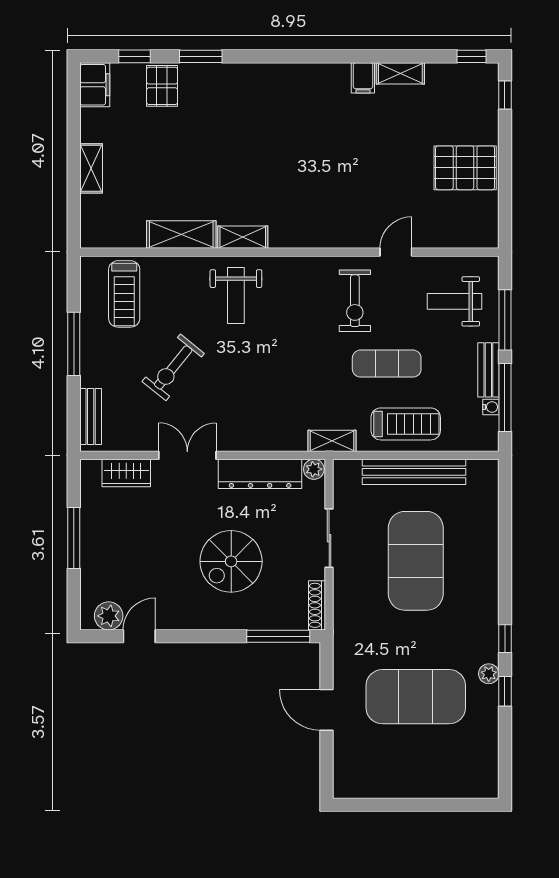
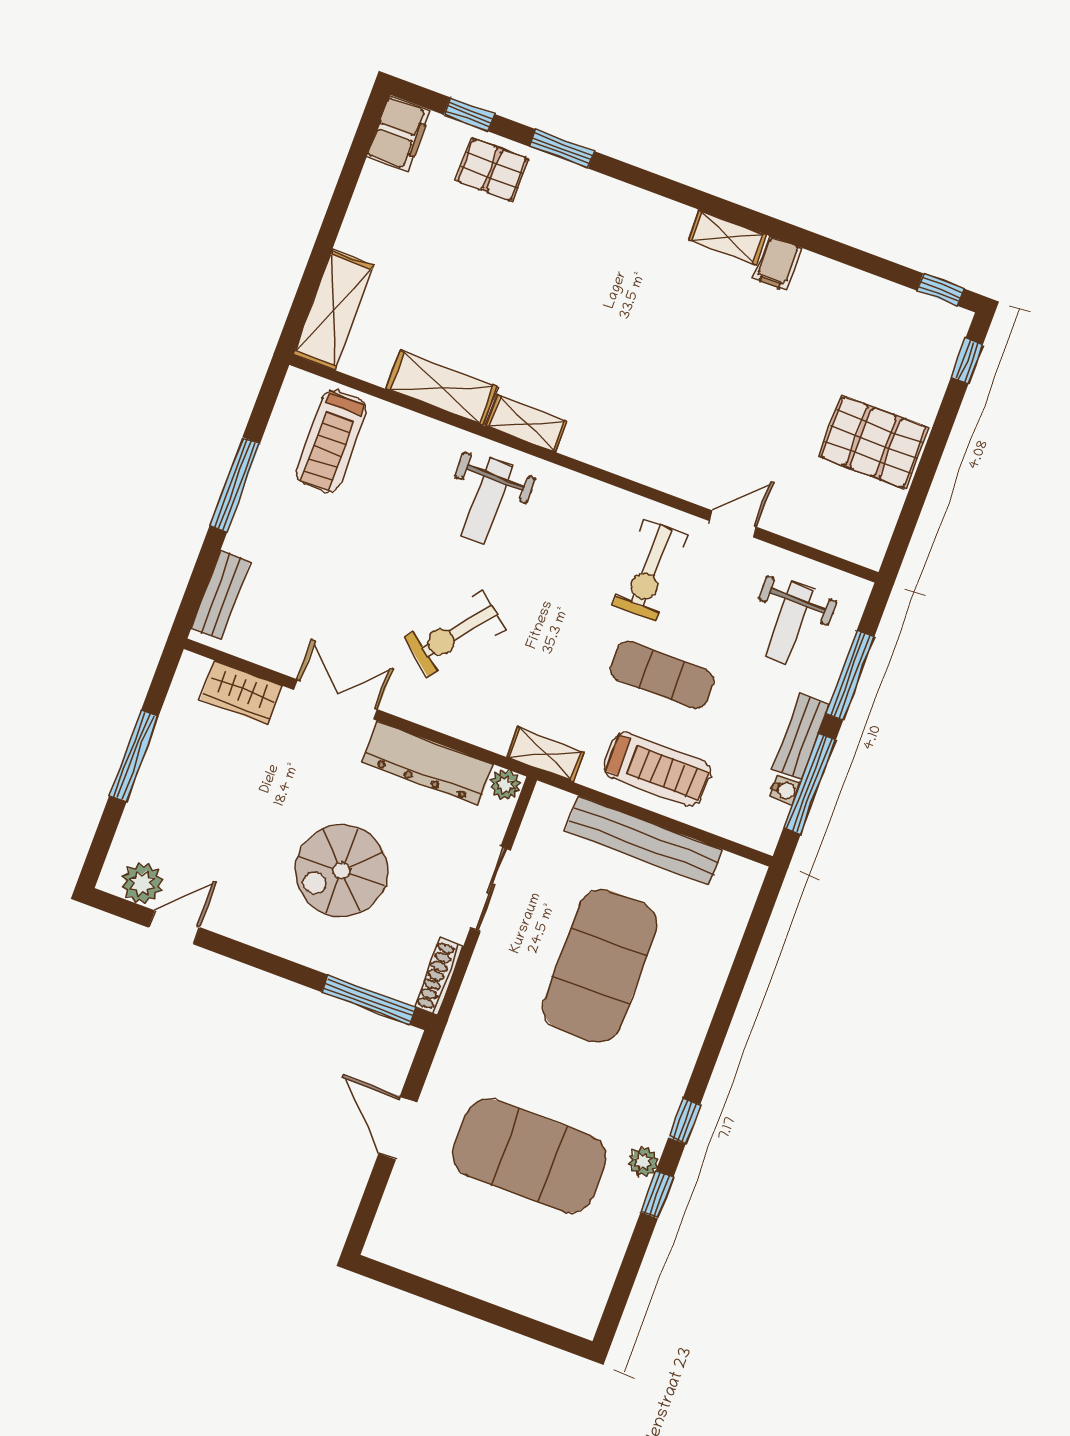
shelving: (400, 73) -> (727, 237), moved
pallet: (162, 86) -> (492, 170), turned 90
shelving: (91, 168) -> (333, 310), moved, width x1.50, depth x1.33
weight bench: (454, 301) -> (789, 623), turned -90
exercise bike: (173, 367) -> (455, 633), moved

